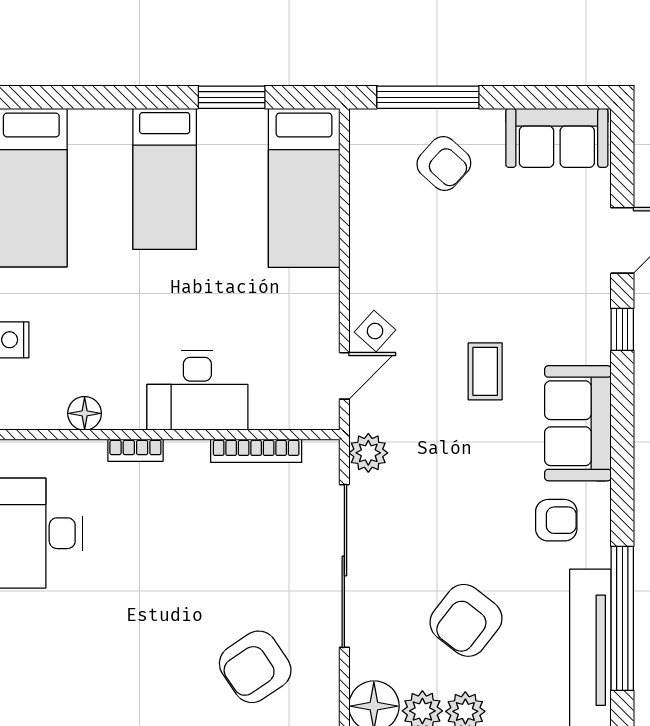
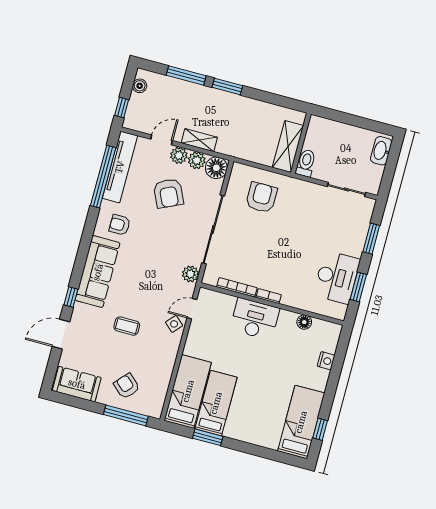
bed: (165, 179) -> (216, 403), moved
coffee table: (485, 371) -> (127, 326), moved, turned 90
sofa: (578, 423) -> (98, 272), width x1.36
bookcase: (135, 450) -> (269, 296), moved
armchair: (466, 620) -> (168, 193), turned 117
armchair: (255, 667) -> (261, 197), turned -56

